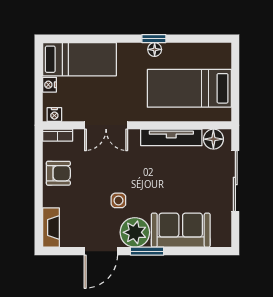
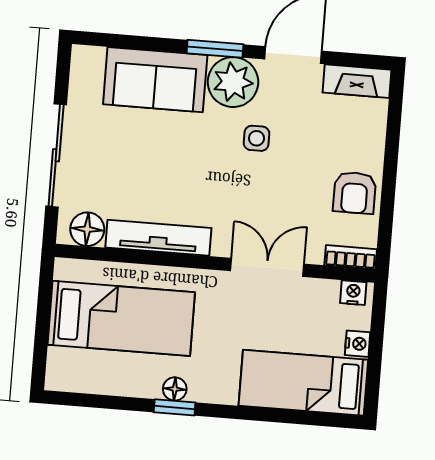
armchair: (58, 173) -> (355, 193), turned -90
fireplace: (51, 227) -> (357, 81), moved, turned -90

